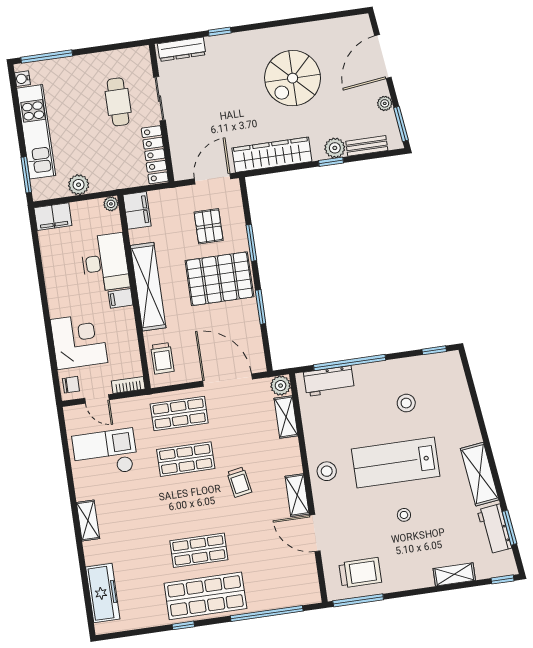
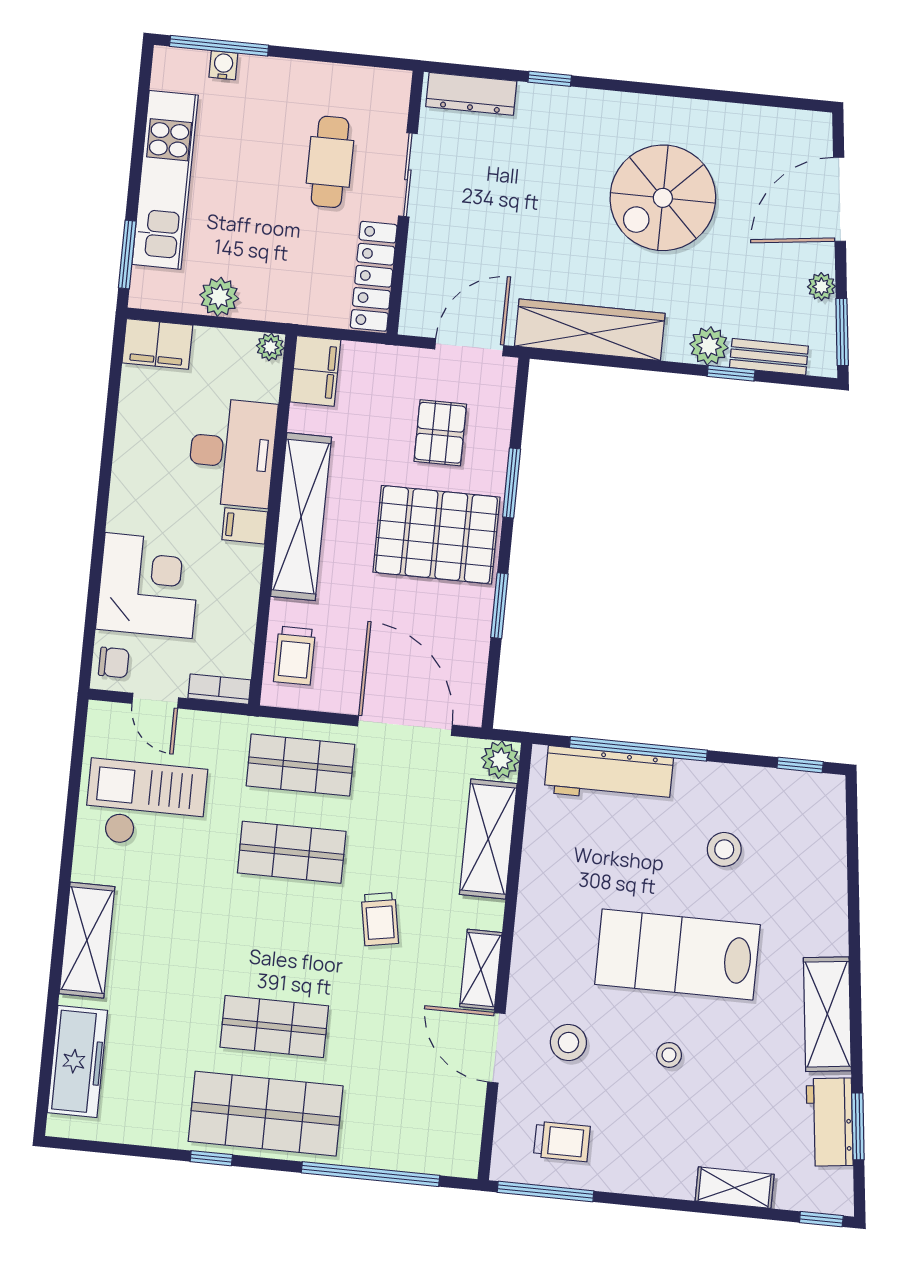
water cooler: (22, 79) -> (223, 65), moved, turned 90
window: (331, 162) -> (731, 373), moved
workbench: (329, 381) -> (609, 775), width x1.38
shelving: (286, 417) -> (488, 839), width x1.50, depth x1.33
stool: (327, 471) -> (568, 1042), moved
shelving: (88, 521) -> (87, 940), width x1.50, depth x1.33
trolley: (360, 573) -> (562, 1141), width x0.73, depth x0.72

